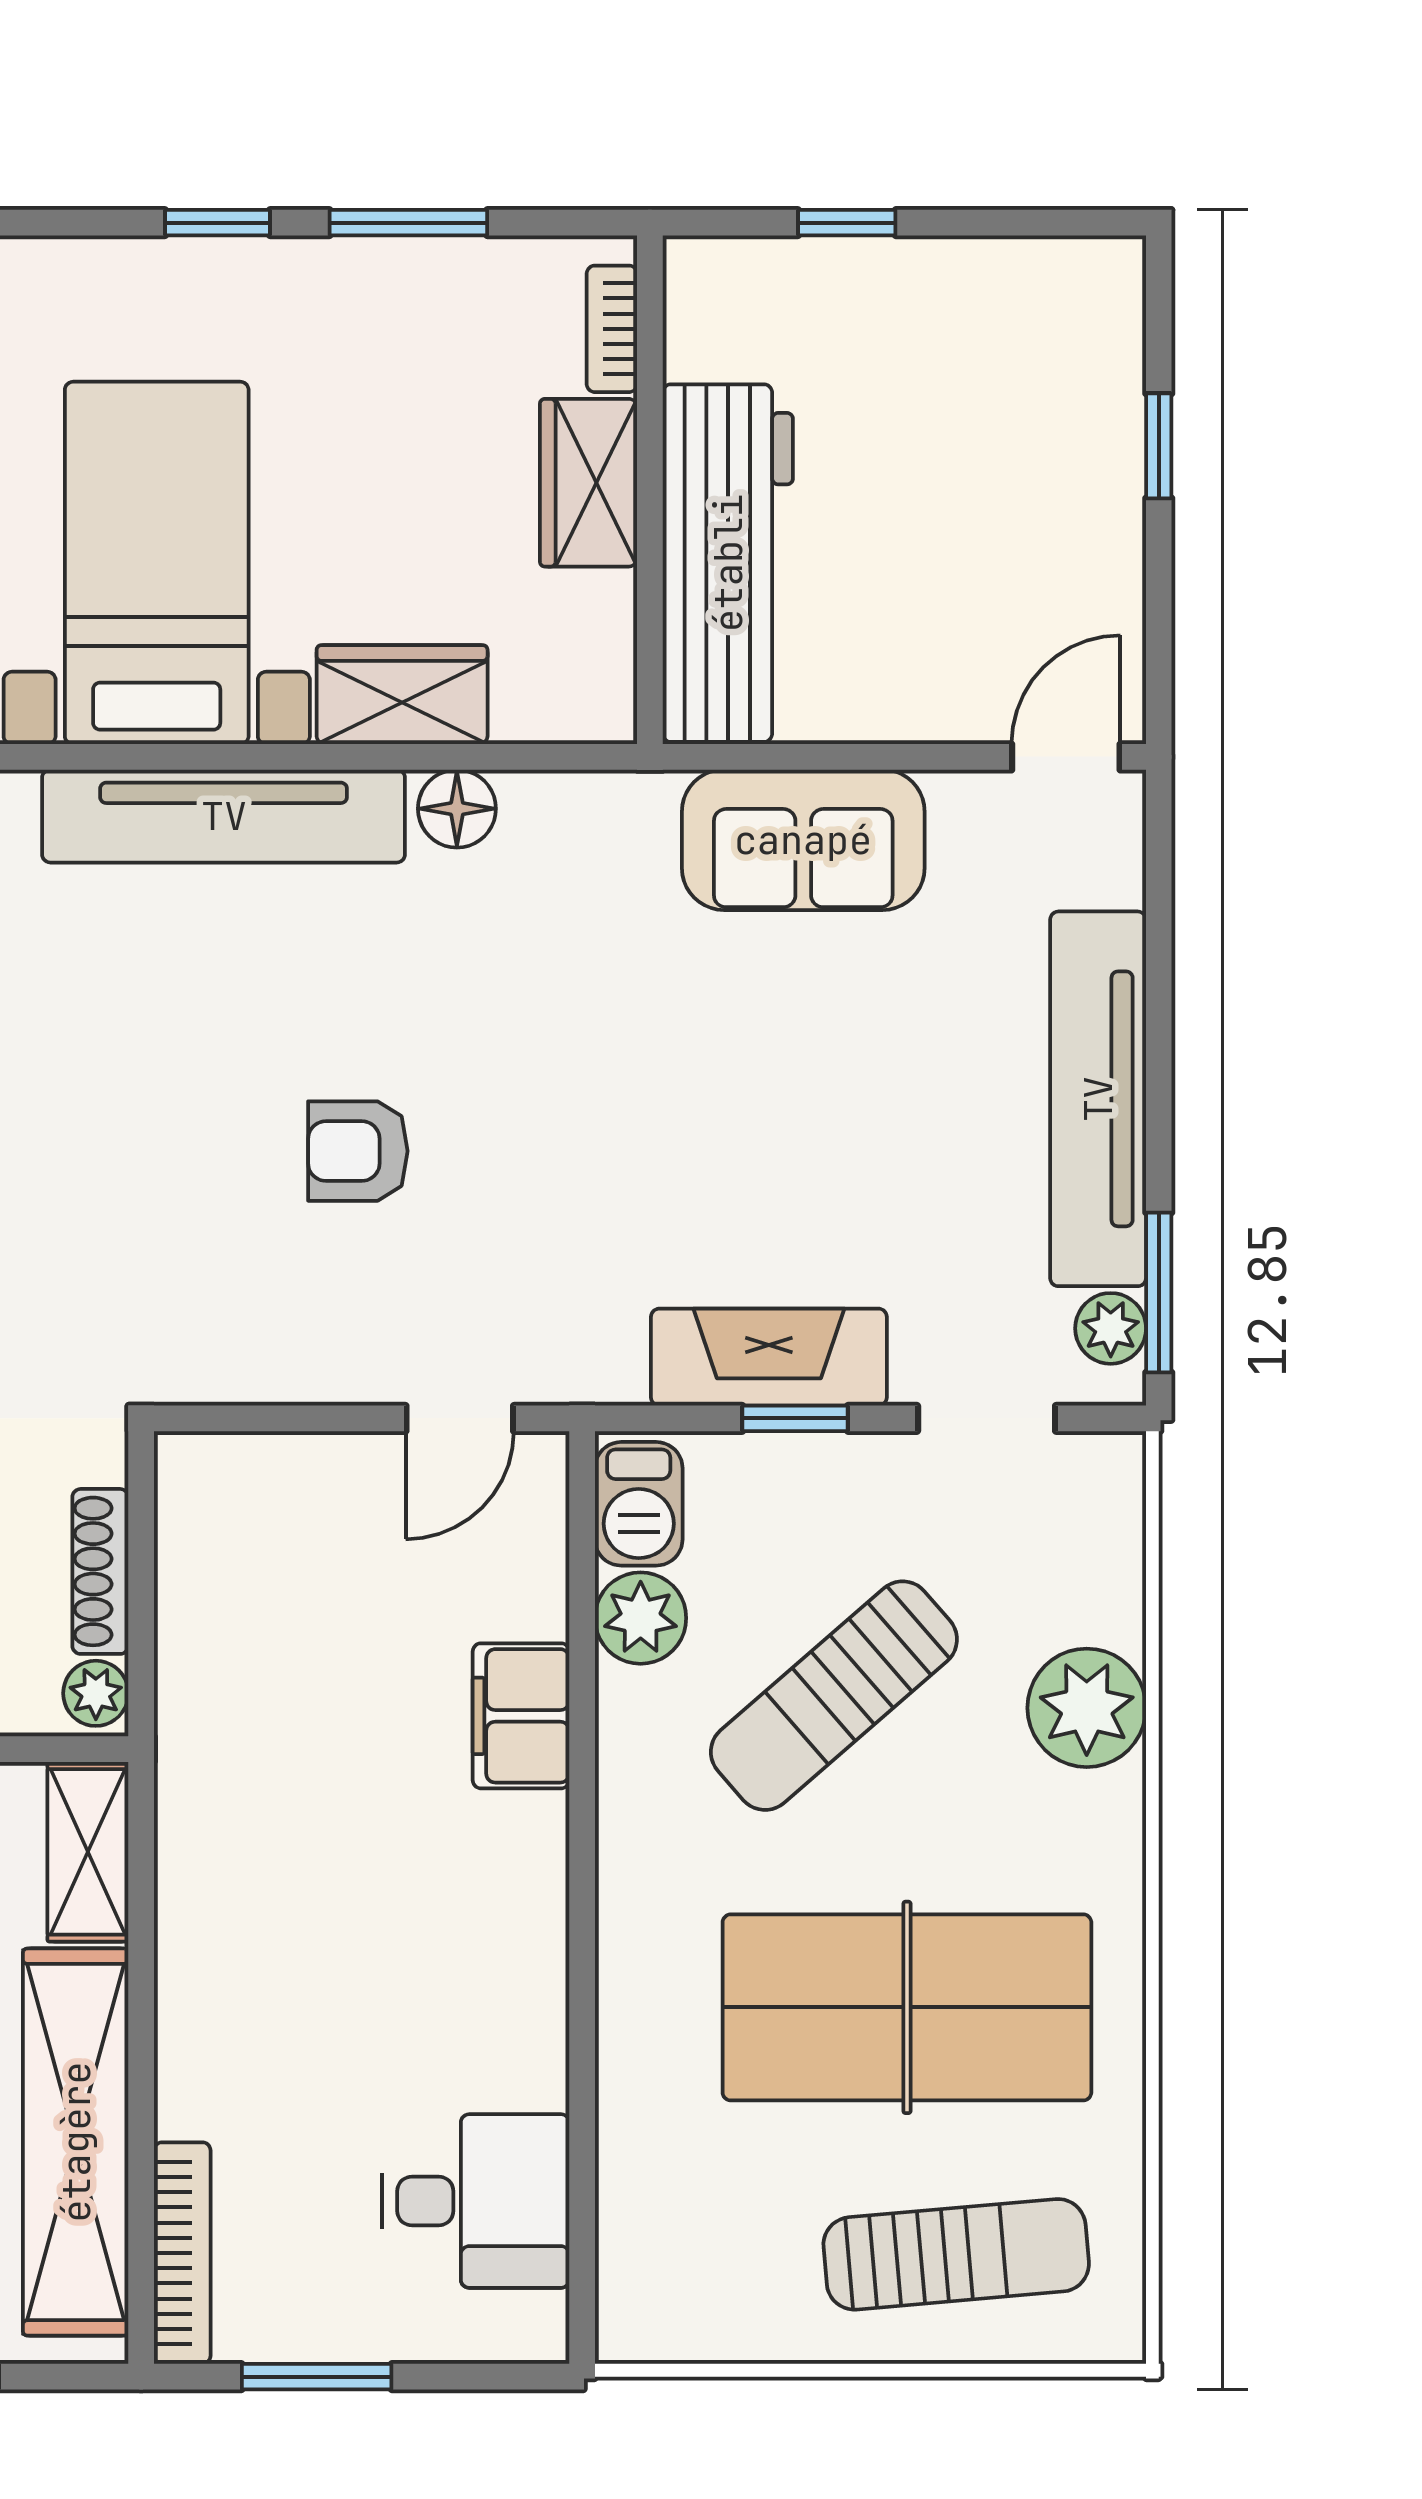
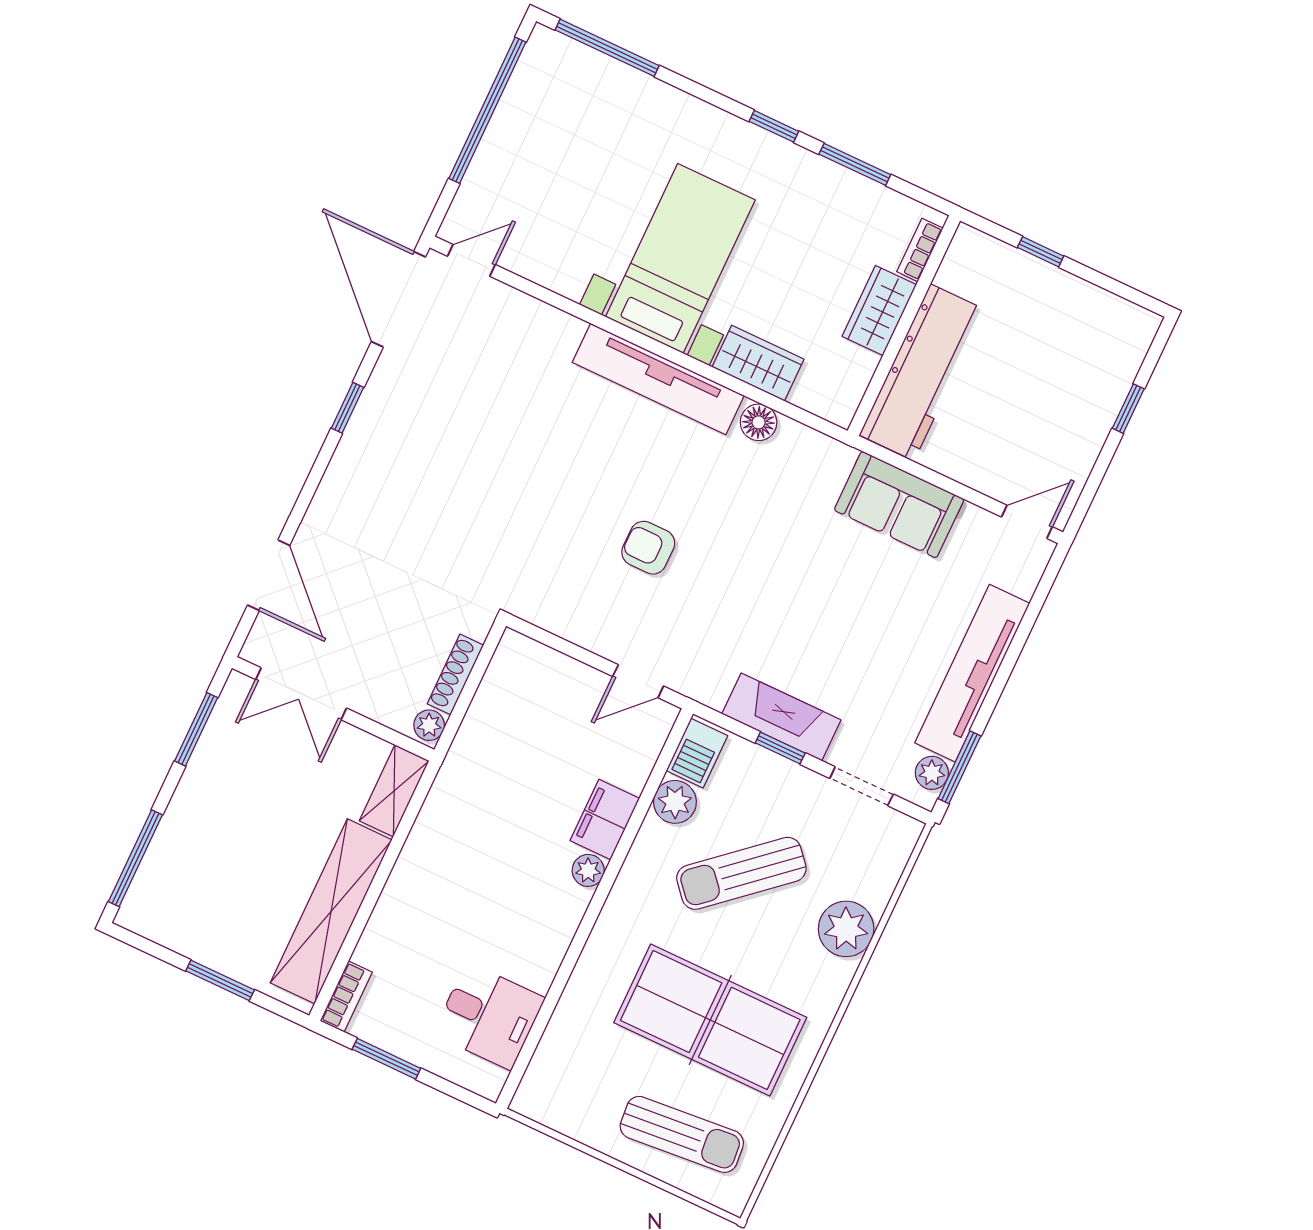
plant: (535, 1829) -> (588, 870), added
bookcase: (182, 2253) -> (346, 996), width x0.64

